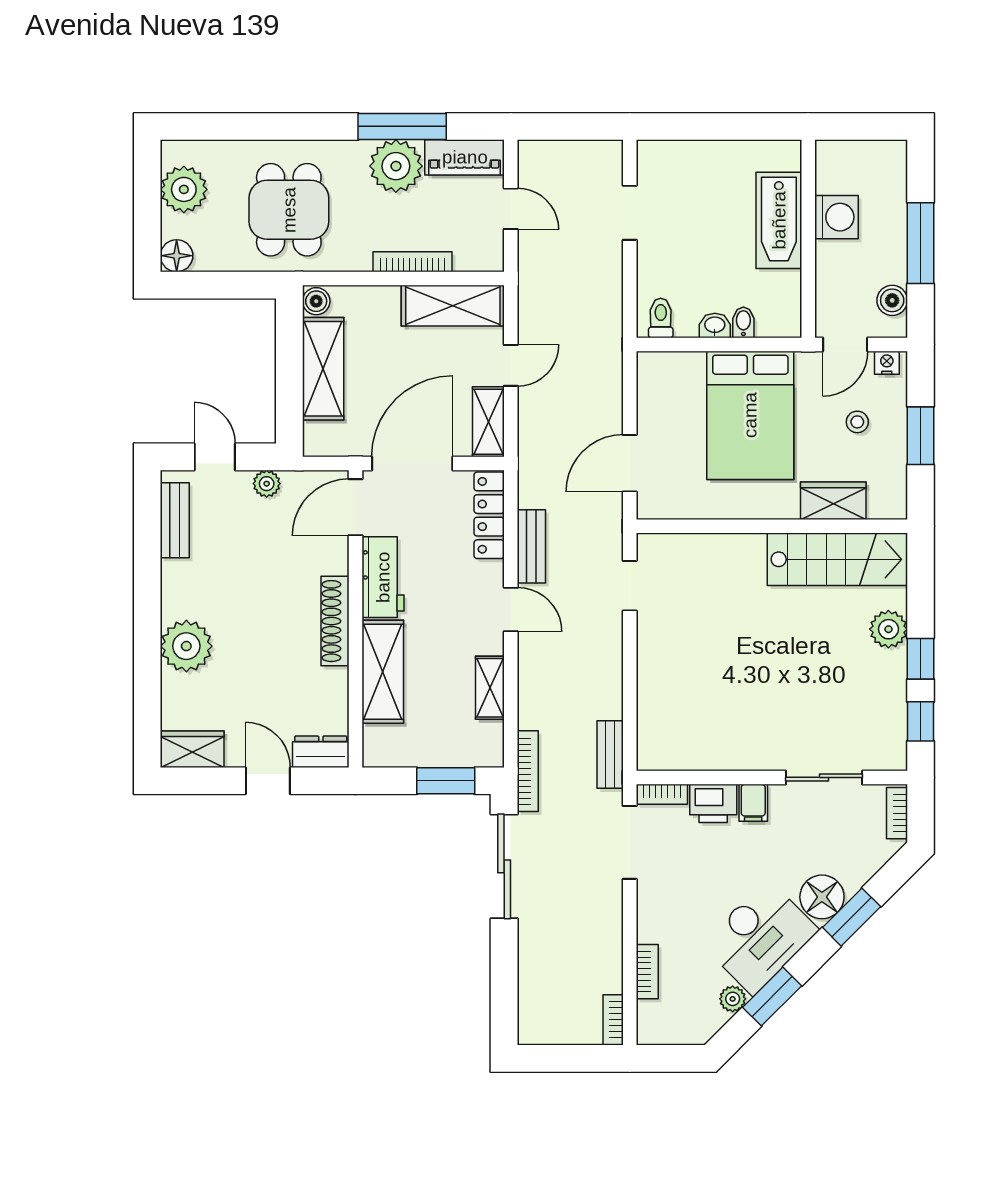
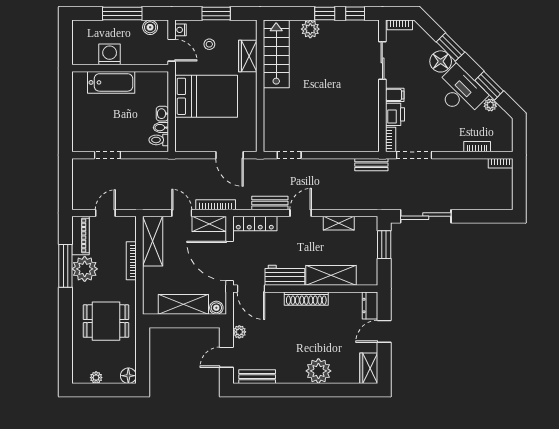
plant: (184, 189) -> (96, 378), width x0.53, depth x0.53
boiler: (316, 301) -> (216, 308), moved
bidet: (743, 322) -> (161, 128), moved
bookcase: (528, 771) -> (216, 205), moved

